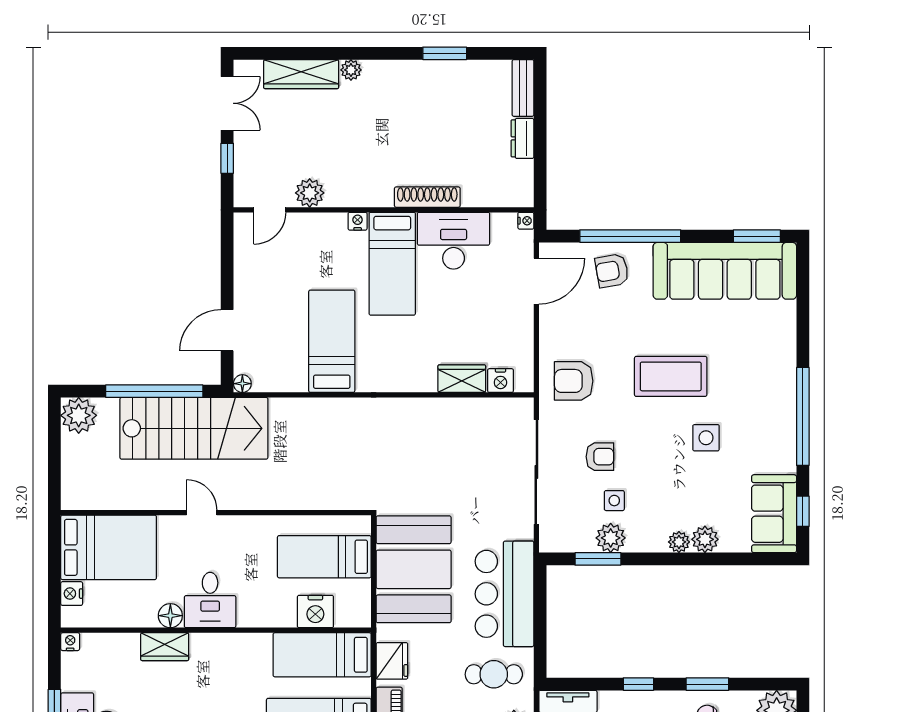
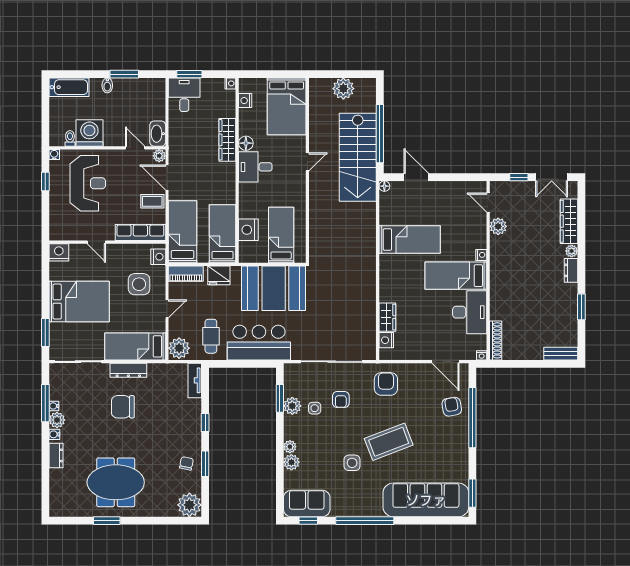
dresser: (522, 138) -> (571, 270), moved, turned -90
shoe rack: (427, 197) -> (496, 340), moved
sofa: (725, 271) -> (426, 500), moved, turned 90
coffee table: (671, 376) -> (389, 442), turned 69
plant: (79, 415) -> (343, 89), moved
nightstand: (72, 594) -> (245, 101), moved, turned -90
wardrobe: (165, 647) -> (227, 140), width x1.50

